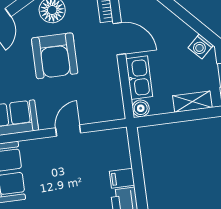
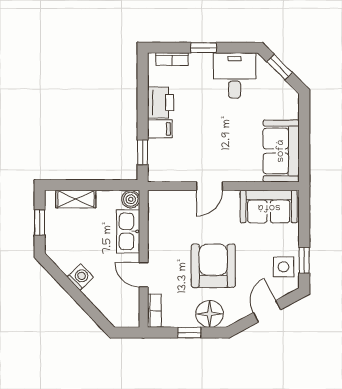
door: (119, 39) -> (144, 275), width x0.73
washing machine: (201, 46) -> (80, 277), moved
window: (135, 154) -> (143, 152), added

